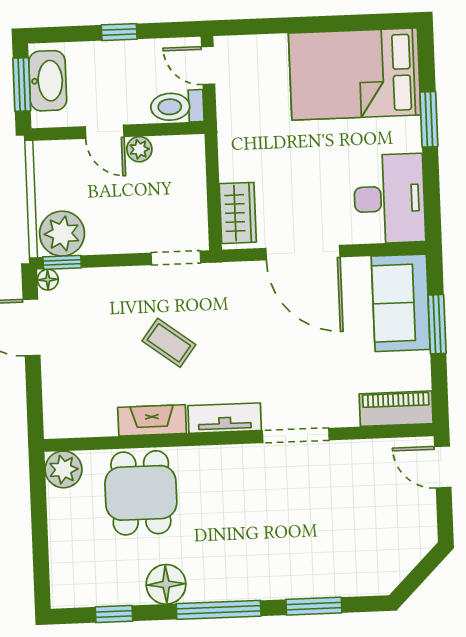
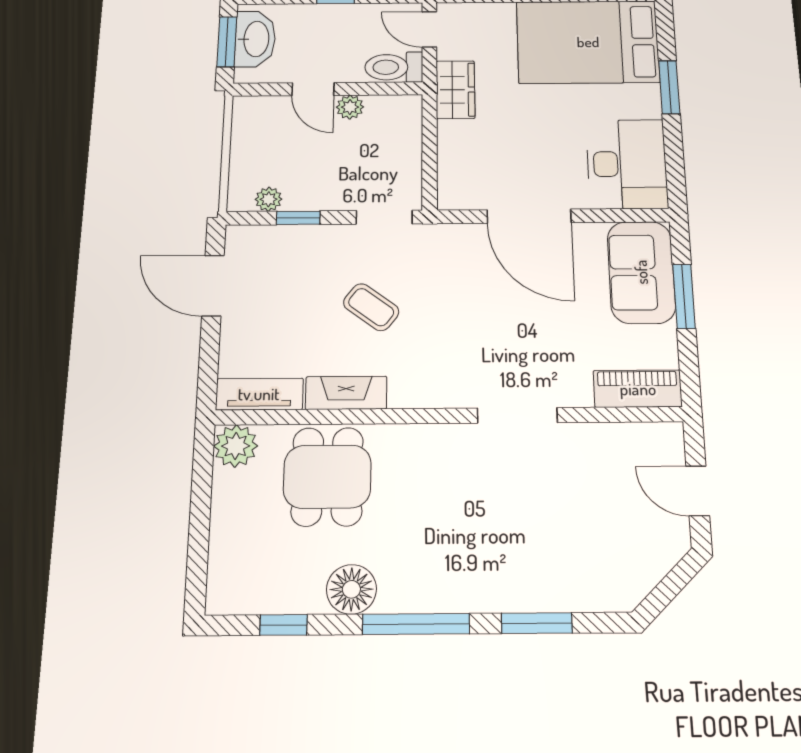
wardrobe: (238, 213) -> (455, 90), moved
plant: (62, 234) -> (269, 199), width x0.53, depth x0.53
window: (62, 262) -> (298, 218), moved
floor lamp: (48, 280) -> (237, 236), removed
tv unit: (225, 418) -> (259, 394), moved
door: (443, 467) -> (698, 491), moved

